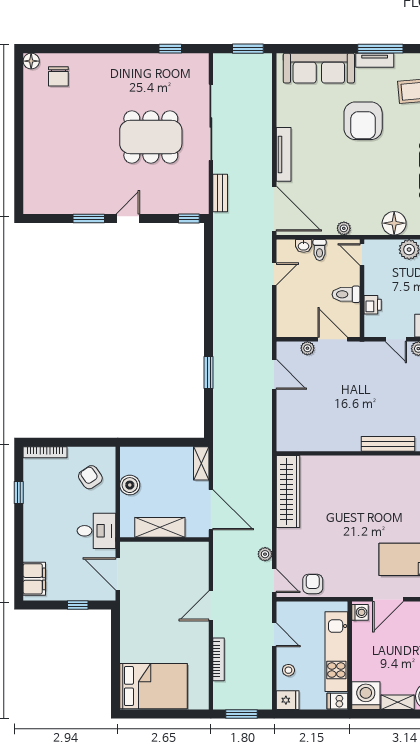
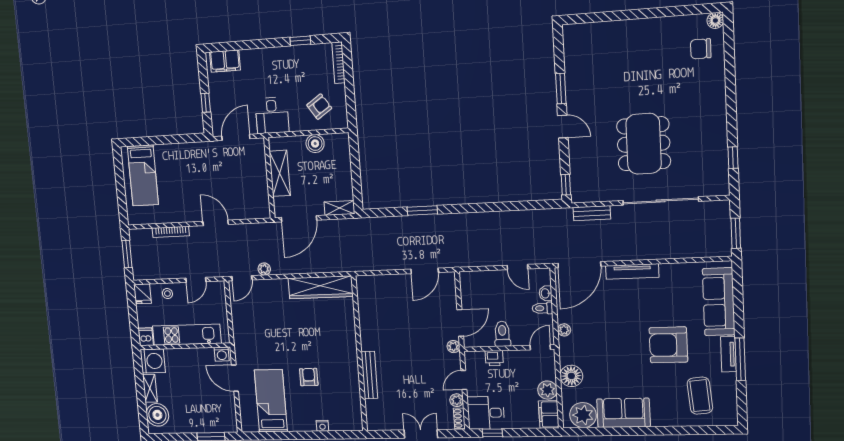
plant: (307, 348) -> (453, 347), moved
armchair: (313, 584) -> (309, 377), moved, turned -90
bed: (153, 686) -> (143, 175), width x0.67

